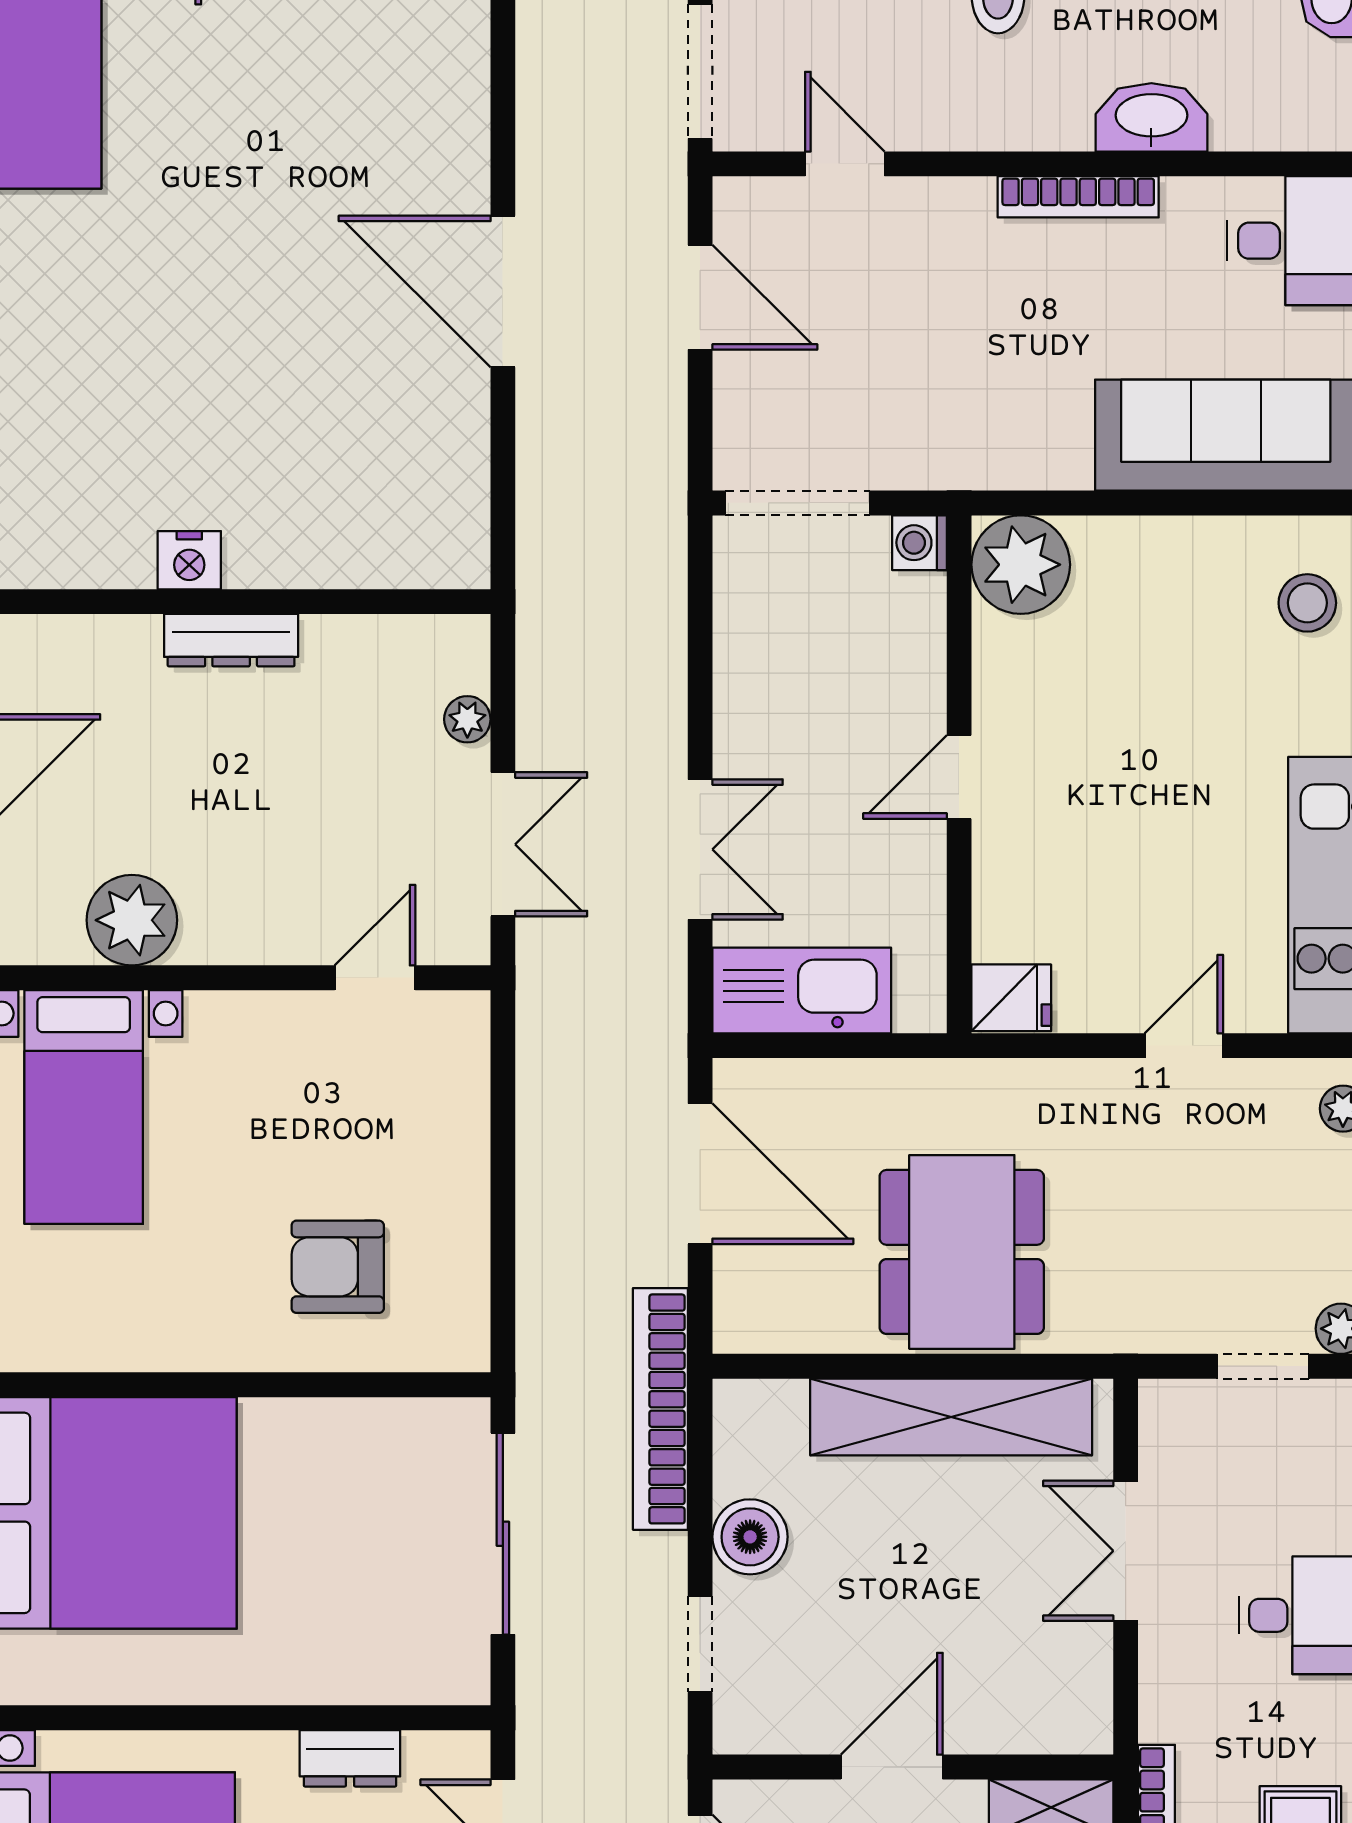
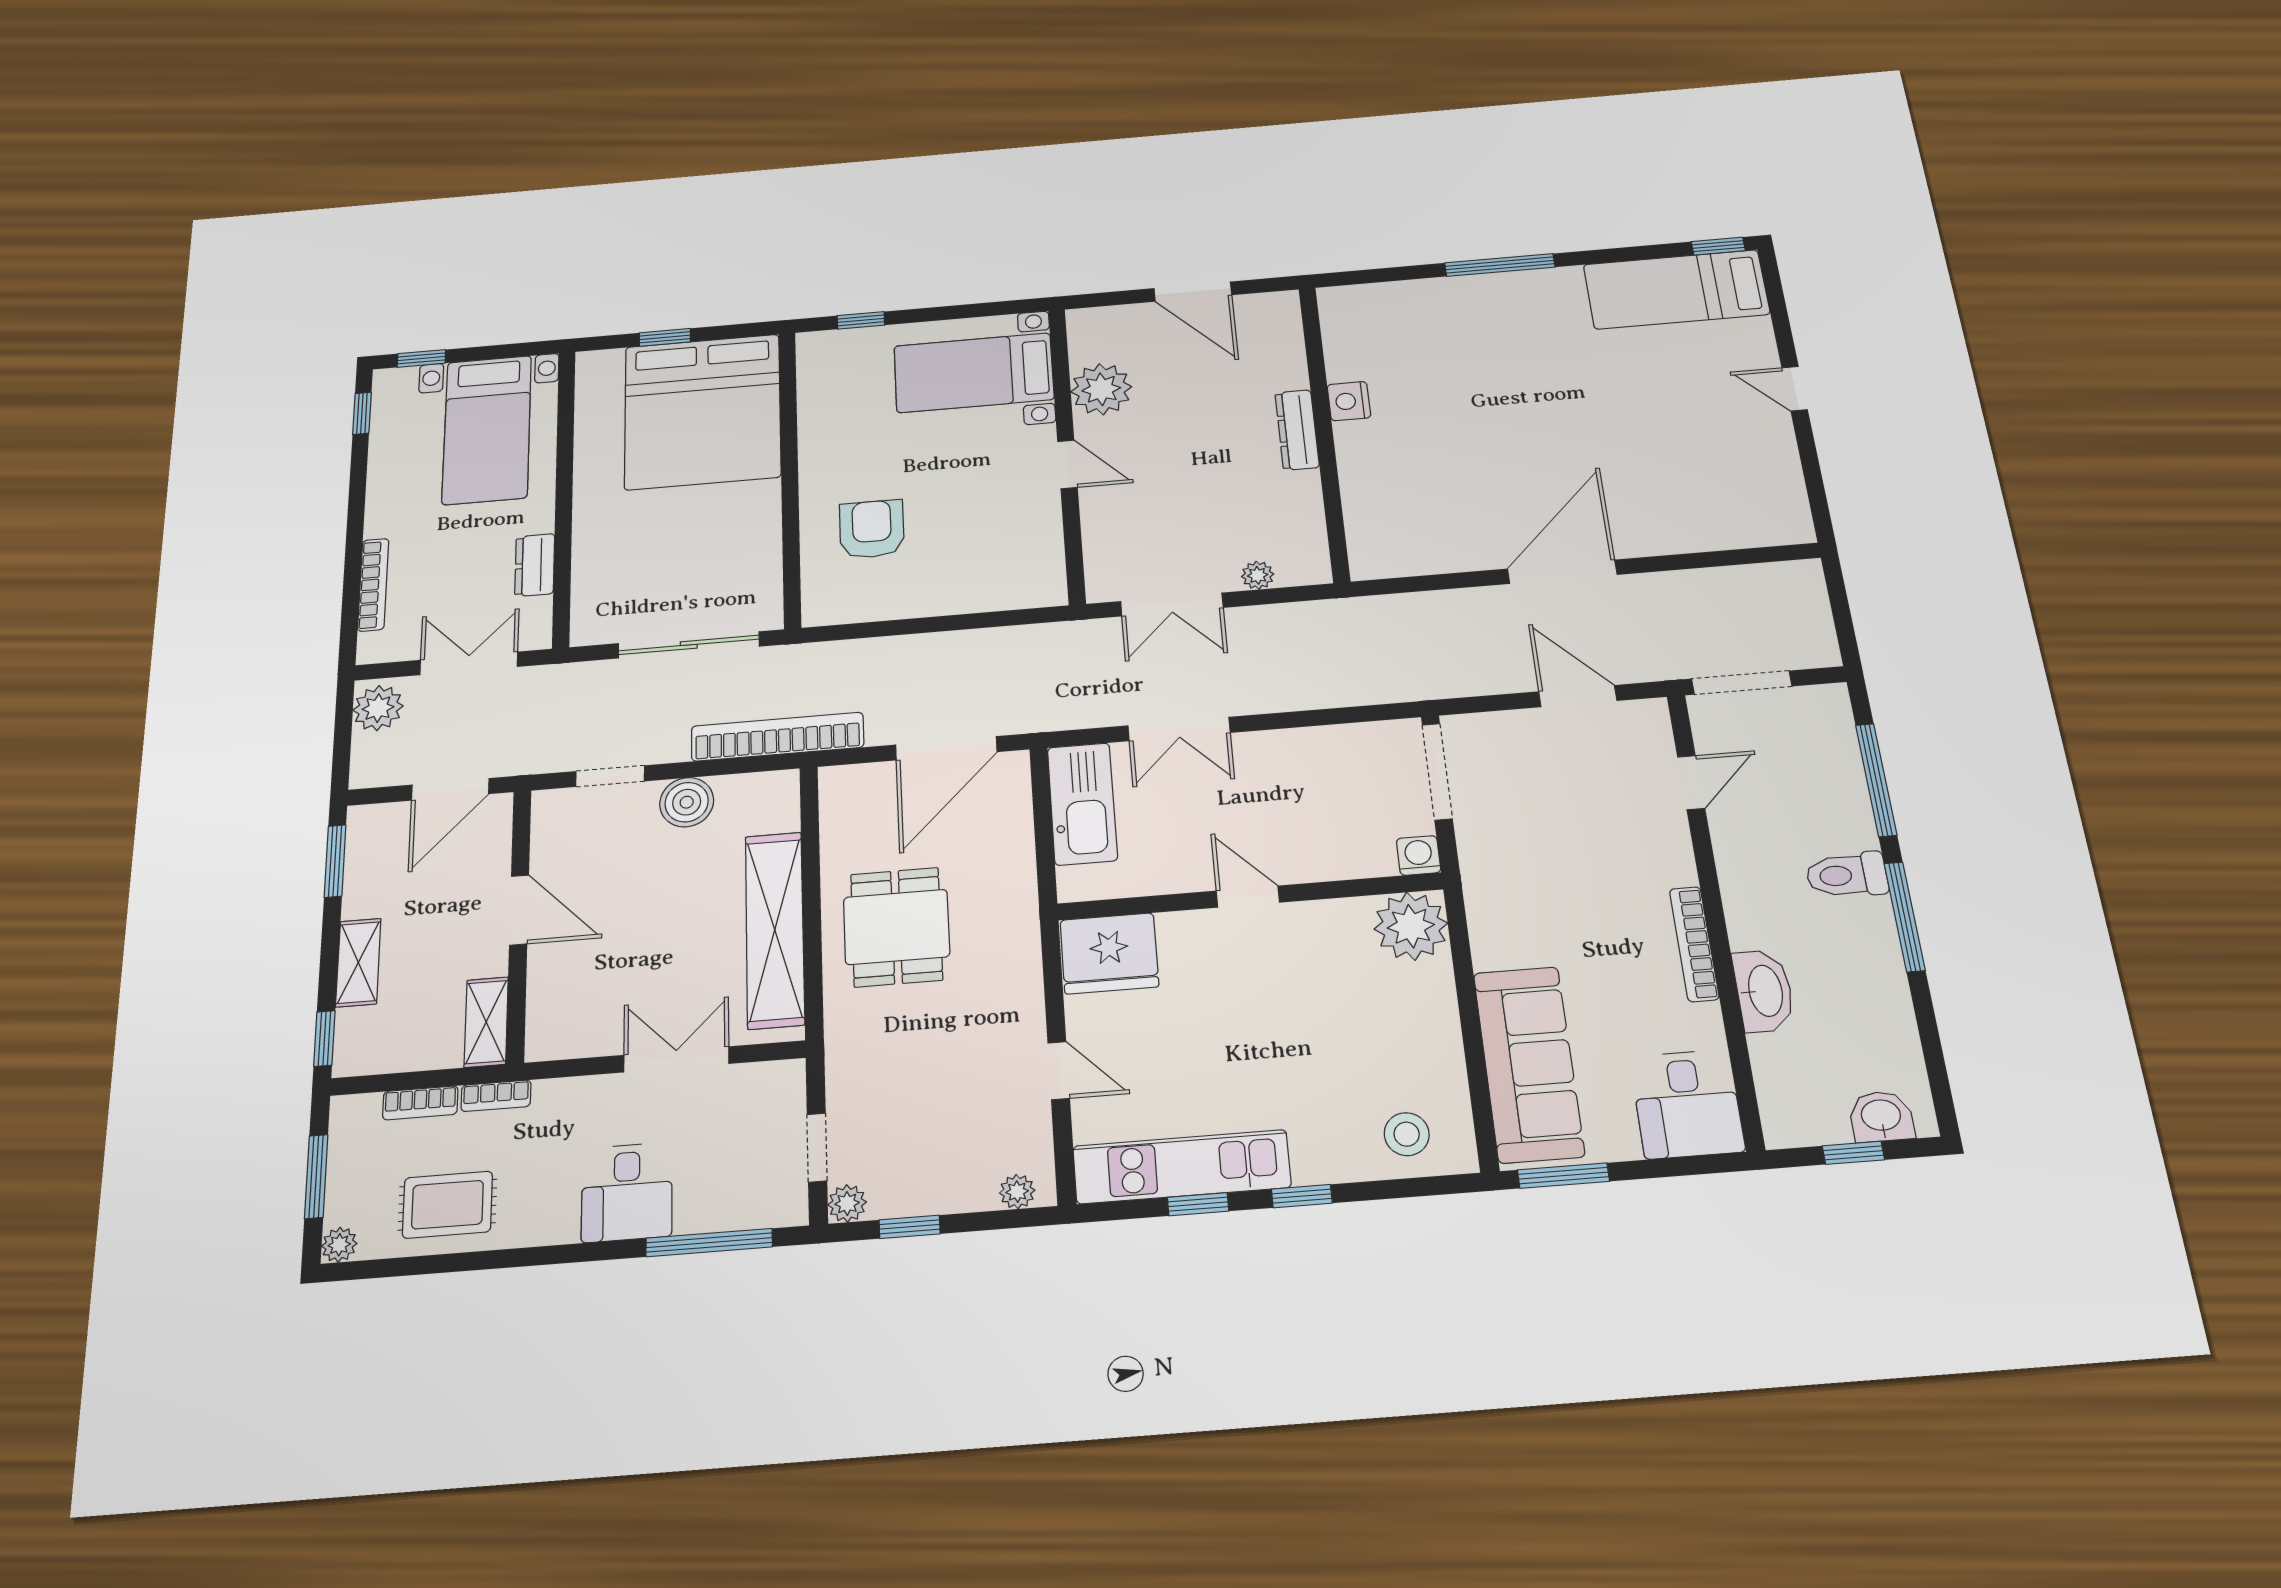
door: (700, 297) -> (1578, 696), swing flipped
door: (375, 978) -> (1067, 464), moved
fridge: (1011, 998) -> (1109, 953), width x1.88, depth x1.34
dining table: (962, 1252) -> (896, 927), width x0.73

